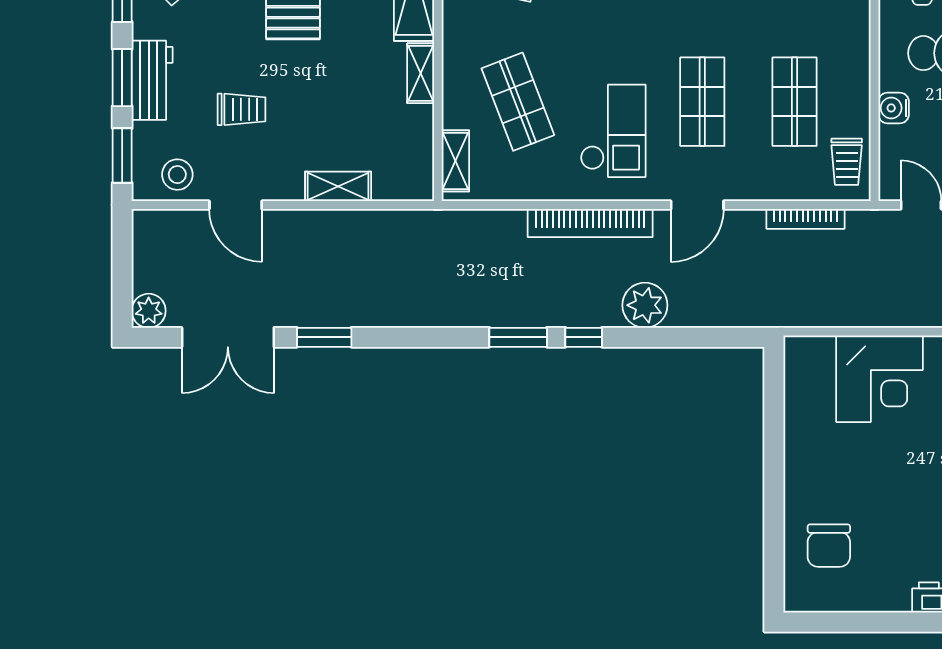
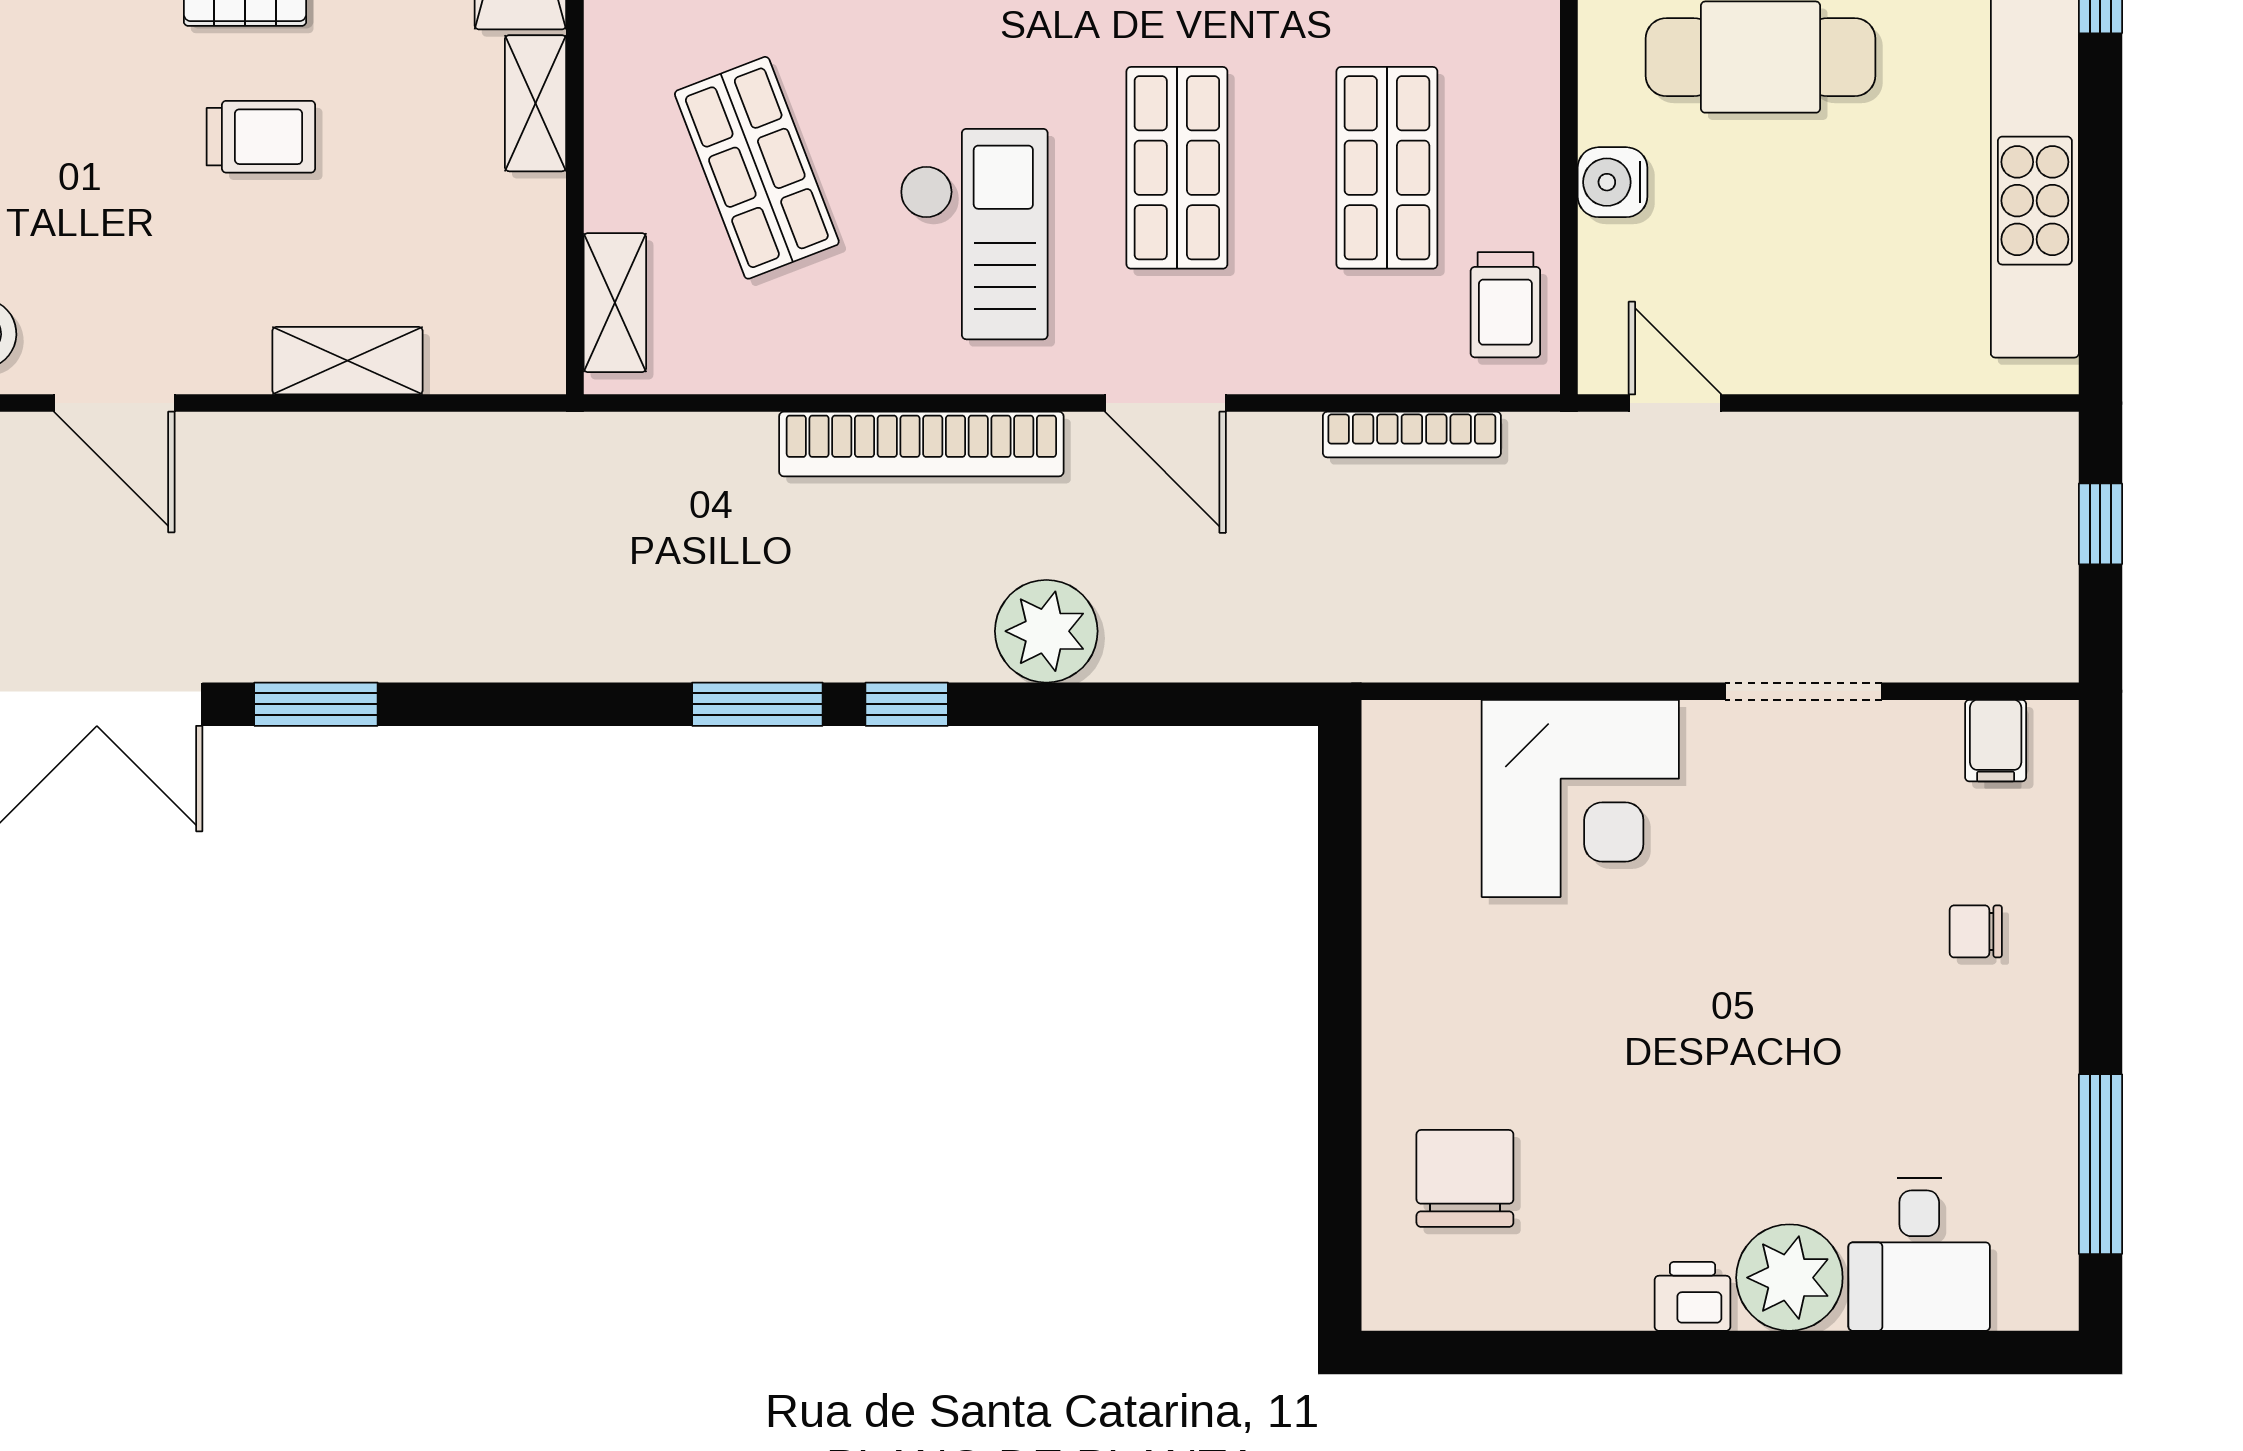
trolley: (242, 109) -> (261, 137), moved
door: (697, 205) -> (1165, 403), hinge flipped
chair: (829, 546) -> (1465, 1178), turned 180

